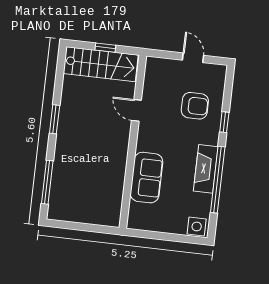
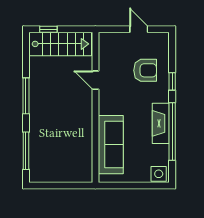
window: (105, 48) -> (48, 29), moved
window: (55, 119) -> (26, 96), width x1.44
sofa: (146, 178) -> (111, 145), width x1.36

